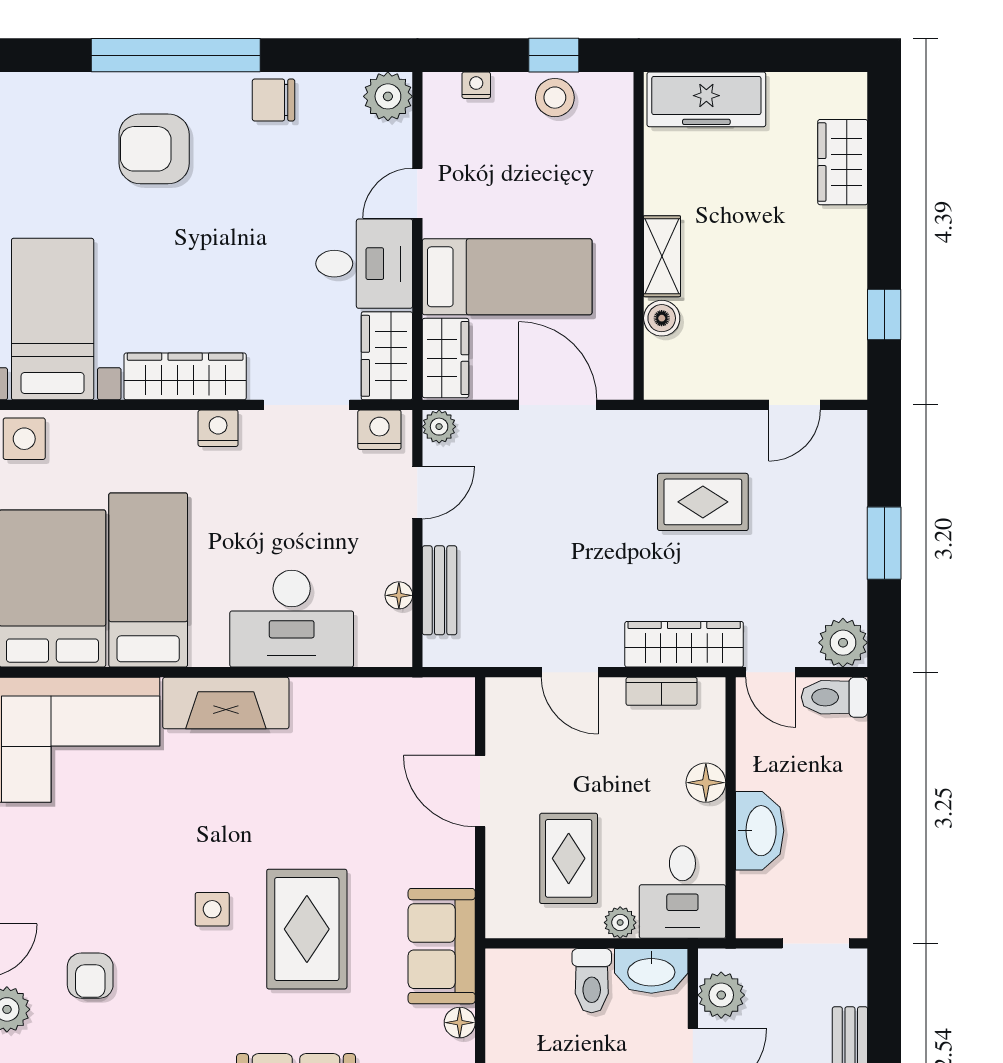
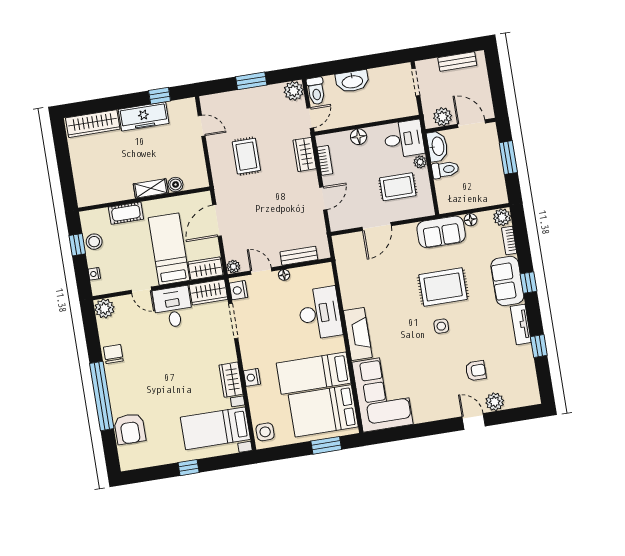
freezer: (706, 99) -> (144, 116), moved, turned 90
chair: (273, 100) -> (113, 354), turned 180
armchair: (154, 149) -> (130, 429), moved
wardrobe: (843, 162) -> (93, 124), width x1.50
cot: (612, 186) -> (126, 213), added
wardrobe: (185, 376) -> (231, 380), width x0.67
nightstand: (218, 428) -> (252, 377), moved
floor lamp: (399, 595) -> (284, 275), moved
wardrobe: (684, 644) -> (305, 154), width x0.67
washbasin: (760, 831) -> (352, 81), moved, turned 180

